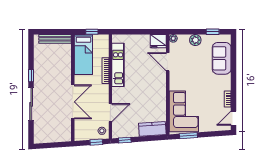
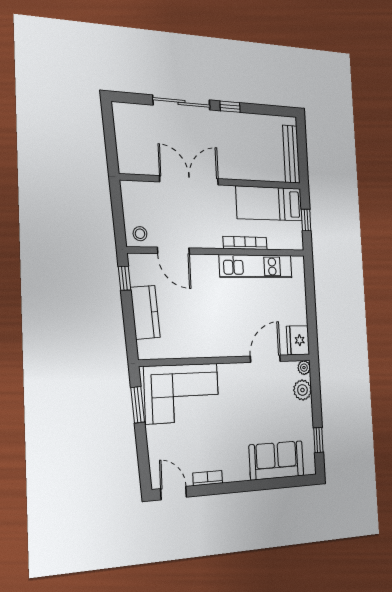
plant: (195, 40) -> (302, 390), moved
double door: (73, 102) -> (189, 180), swing flipped
kitchen counter: (152, 129) -> (145, 312), moved
window: (96, 142) -> (119, 222), removed

